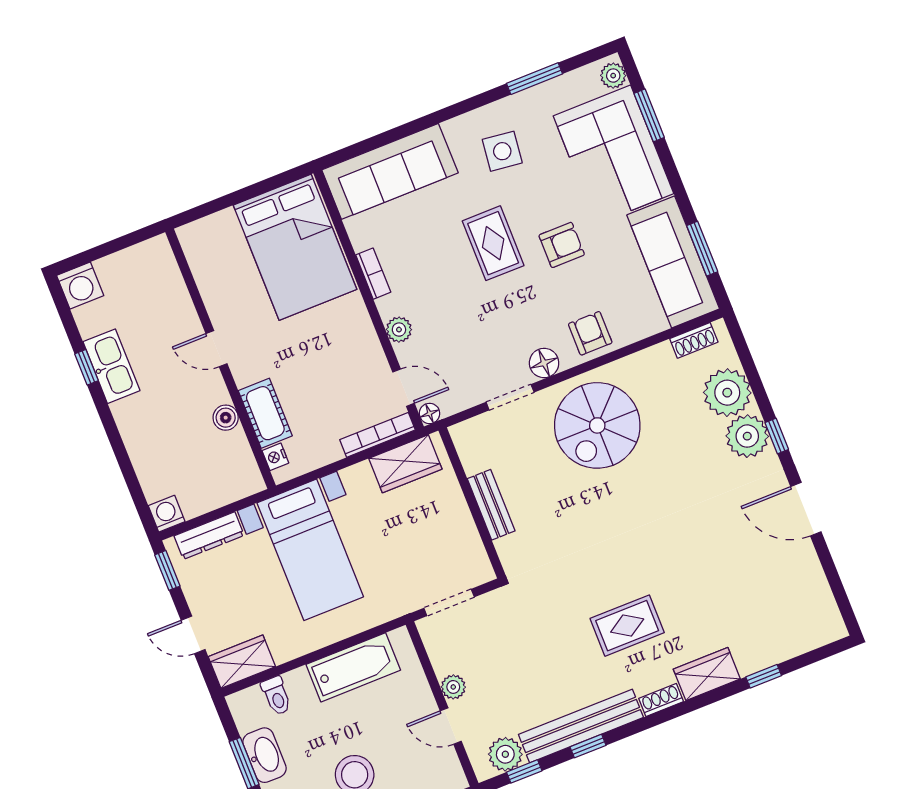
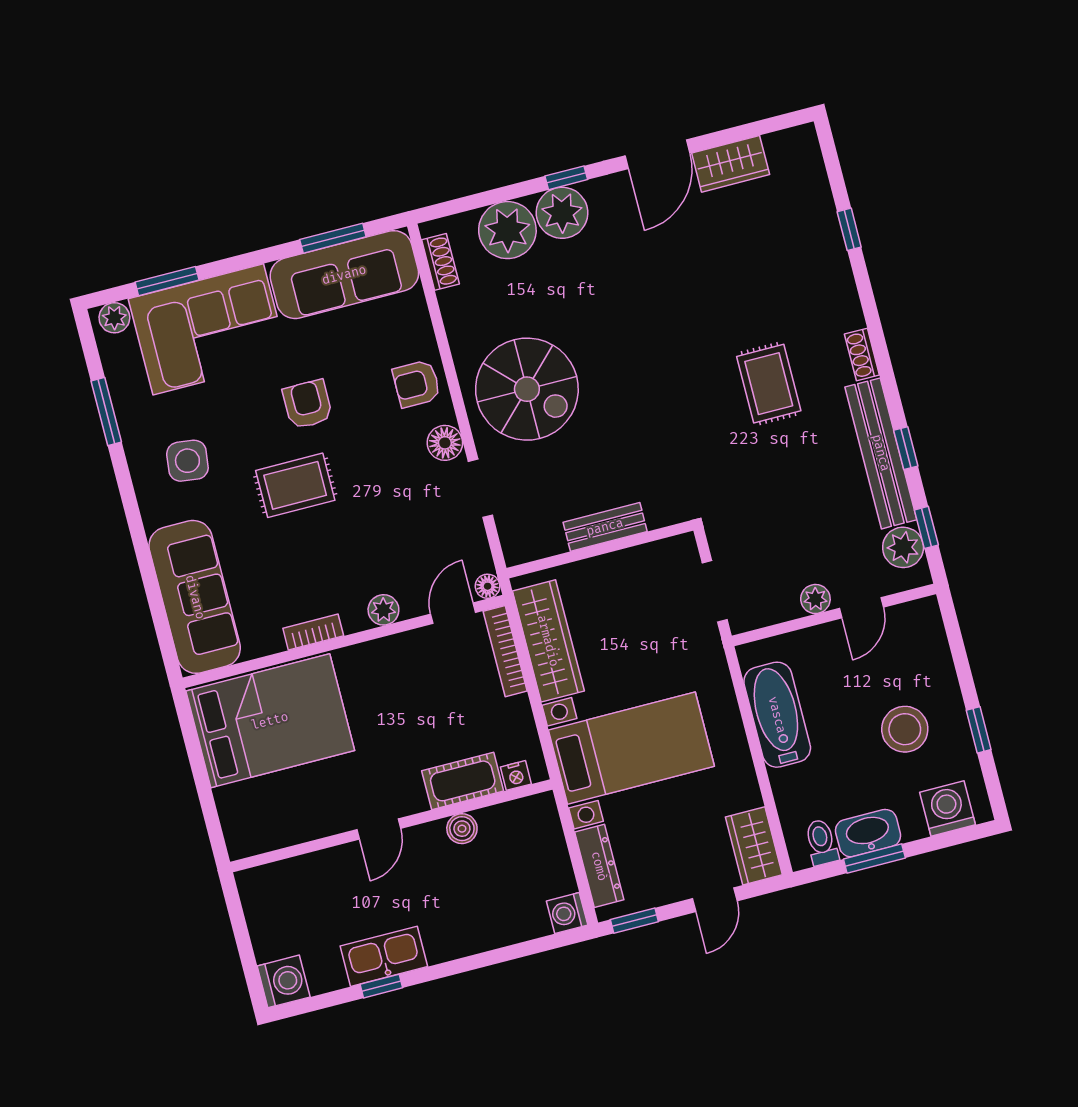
wardrobe: (405, 464) -> (548, 641), width x1.50
wardrobe: (707, 674) -> (731, 164), moved, turned -90
toilet: (276, 696) -> (821, 842), moved, turned -90

